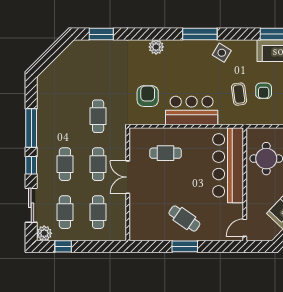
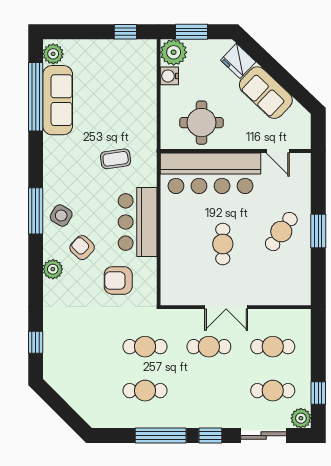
window: (101, 34) -> (36, 342), width x0.67
side table: (222, 53) -> (61, 216), moved
armchair: (264, 91) -> (82, 248), moved, turned -136
cafe table: (166, 153) -> (223, 244), moved
cafe table: (65, 164) -> (145, 391), moved
door: (245, 228) -> (278, 151), moved

